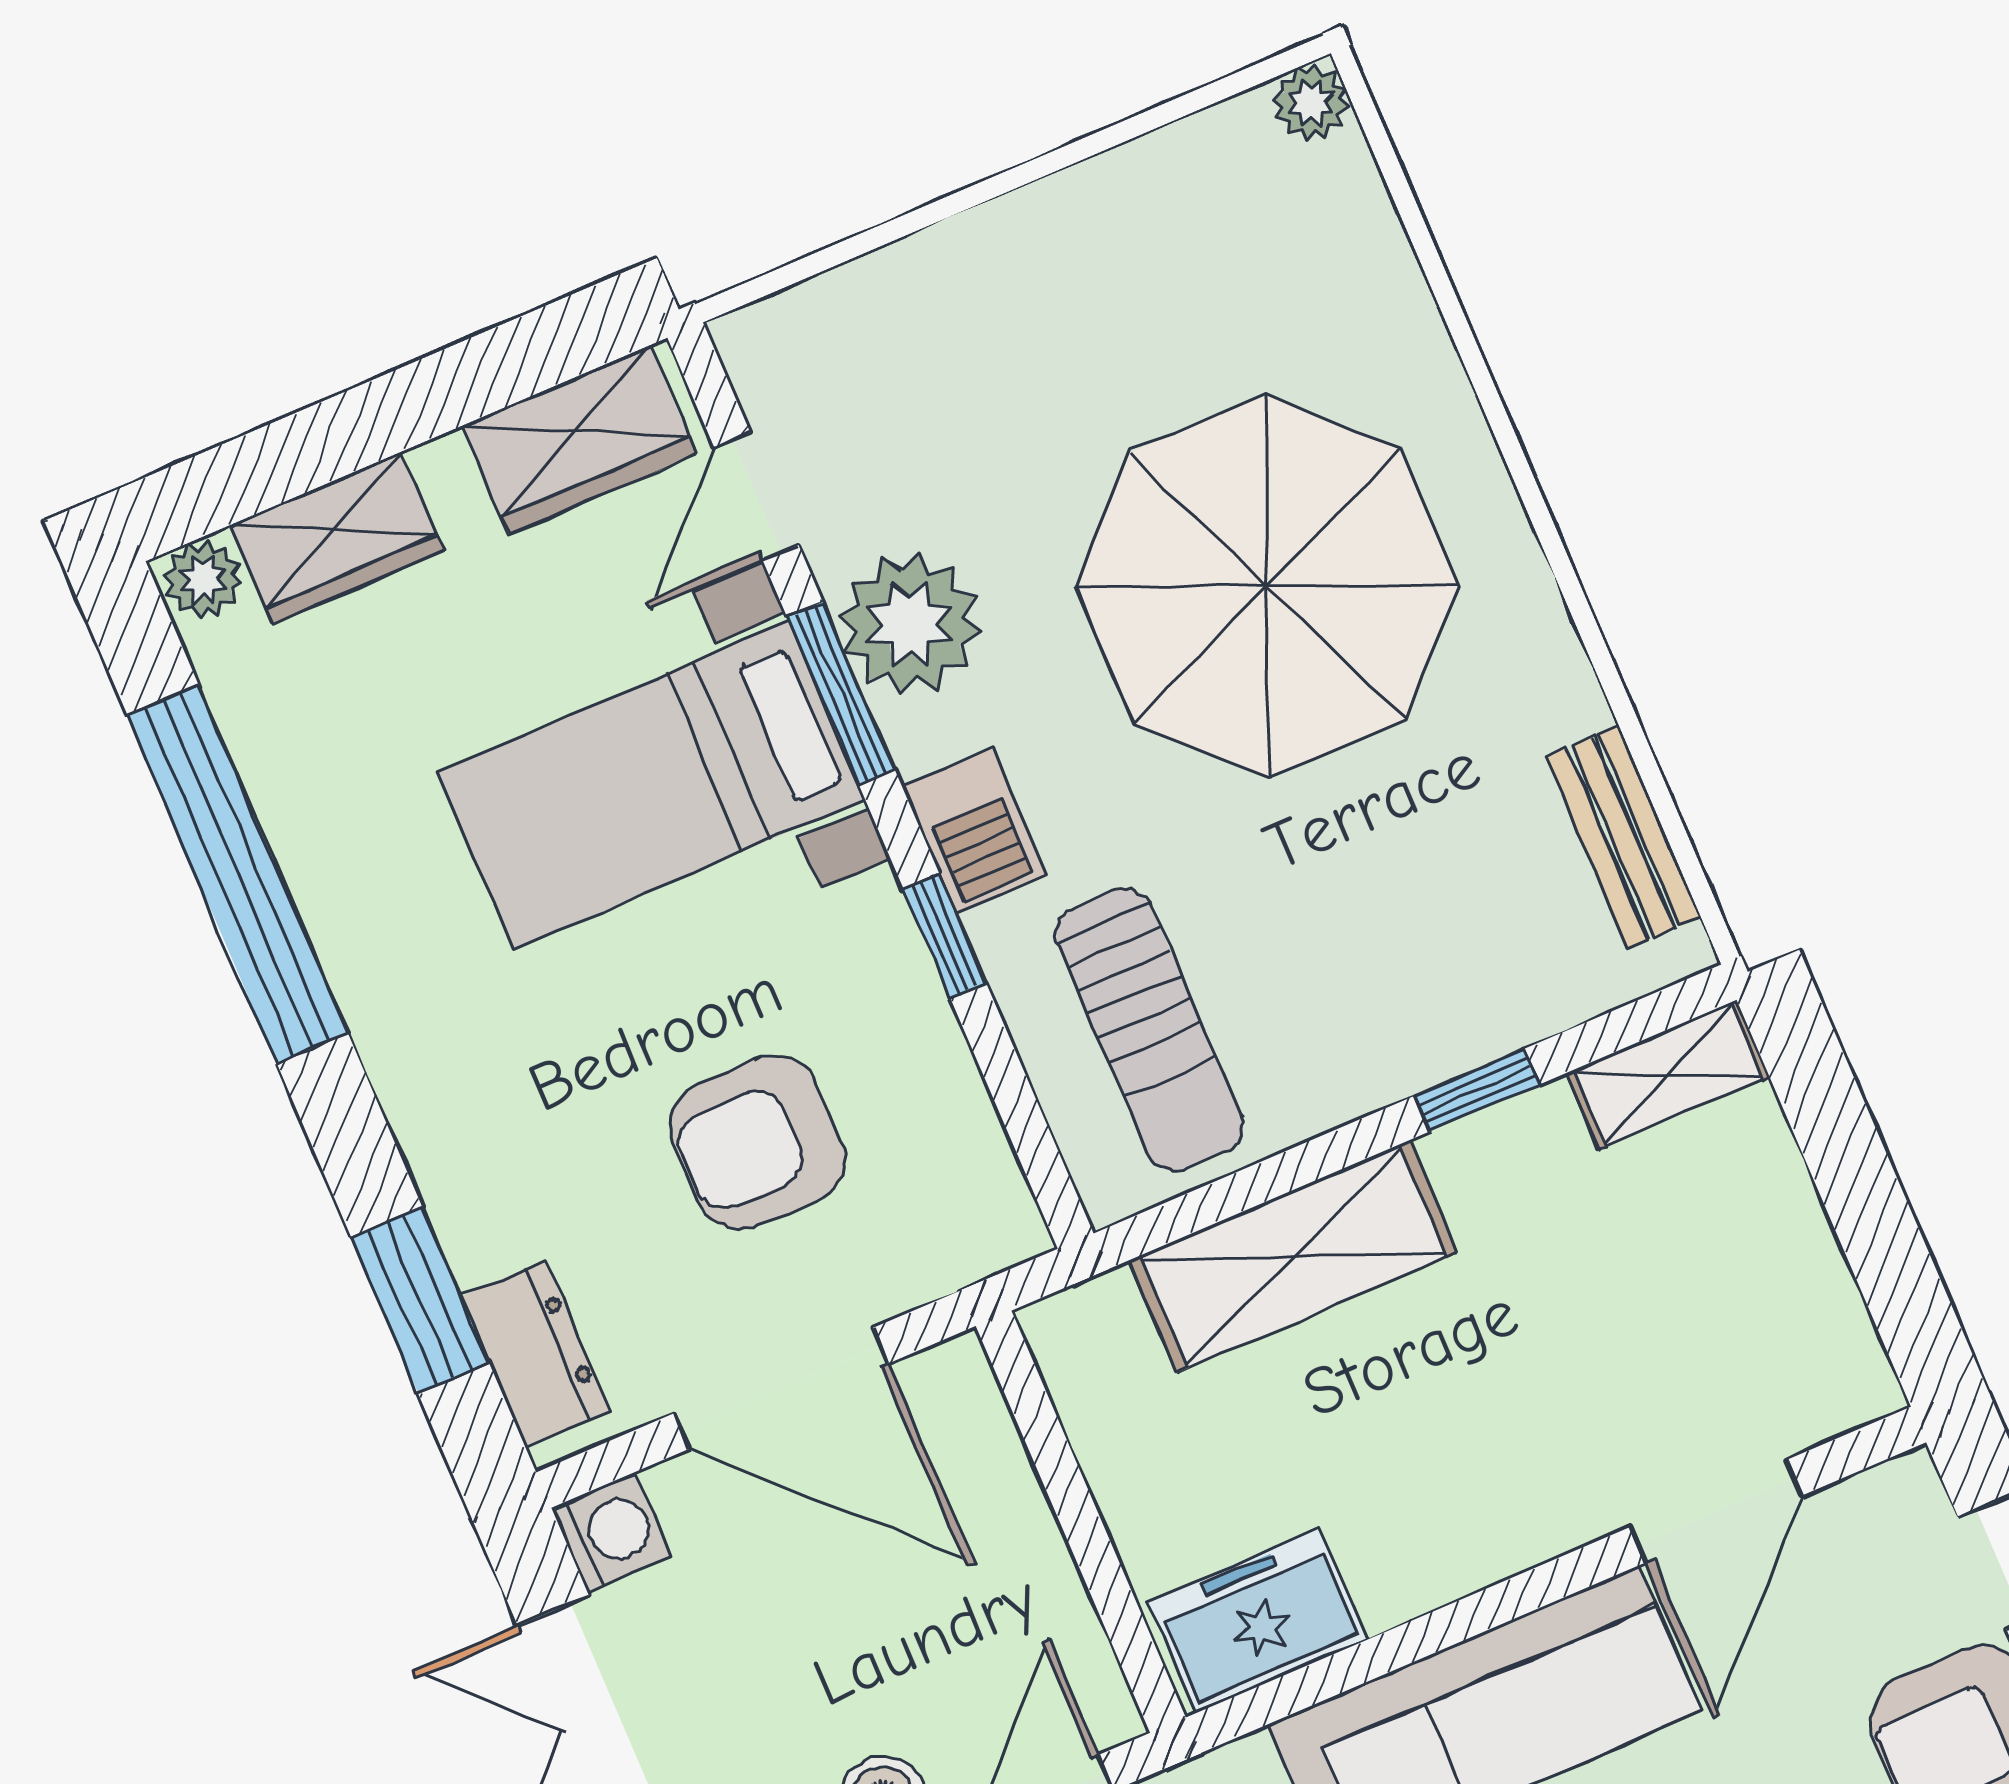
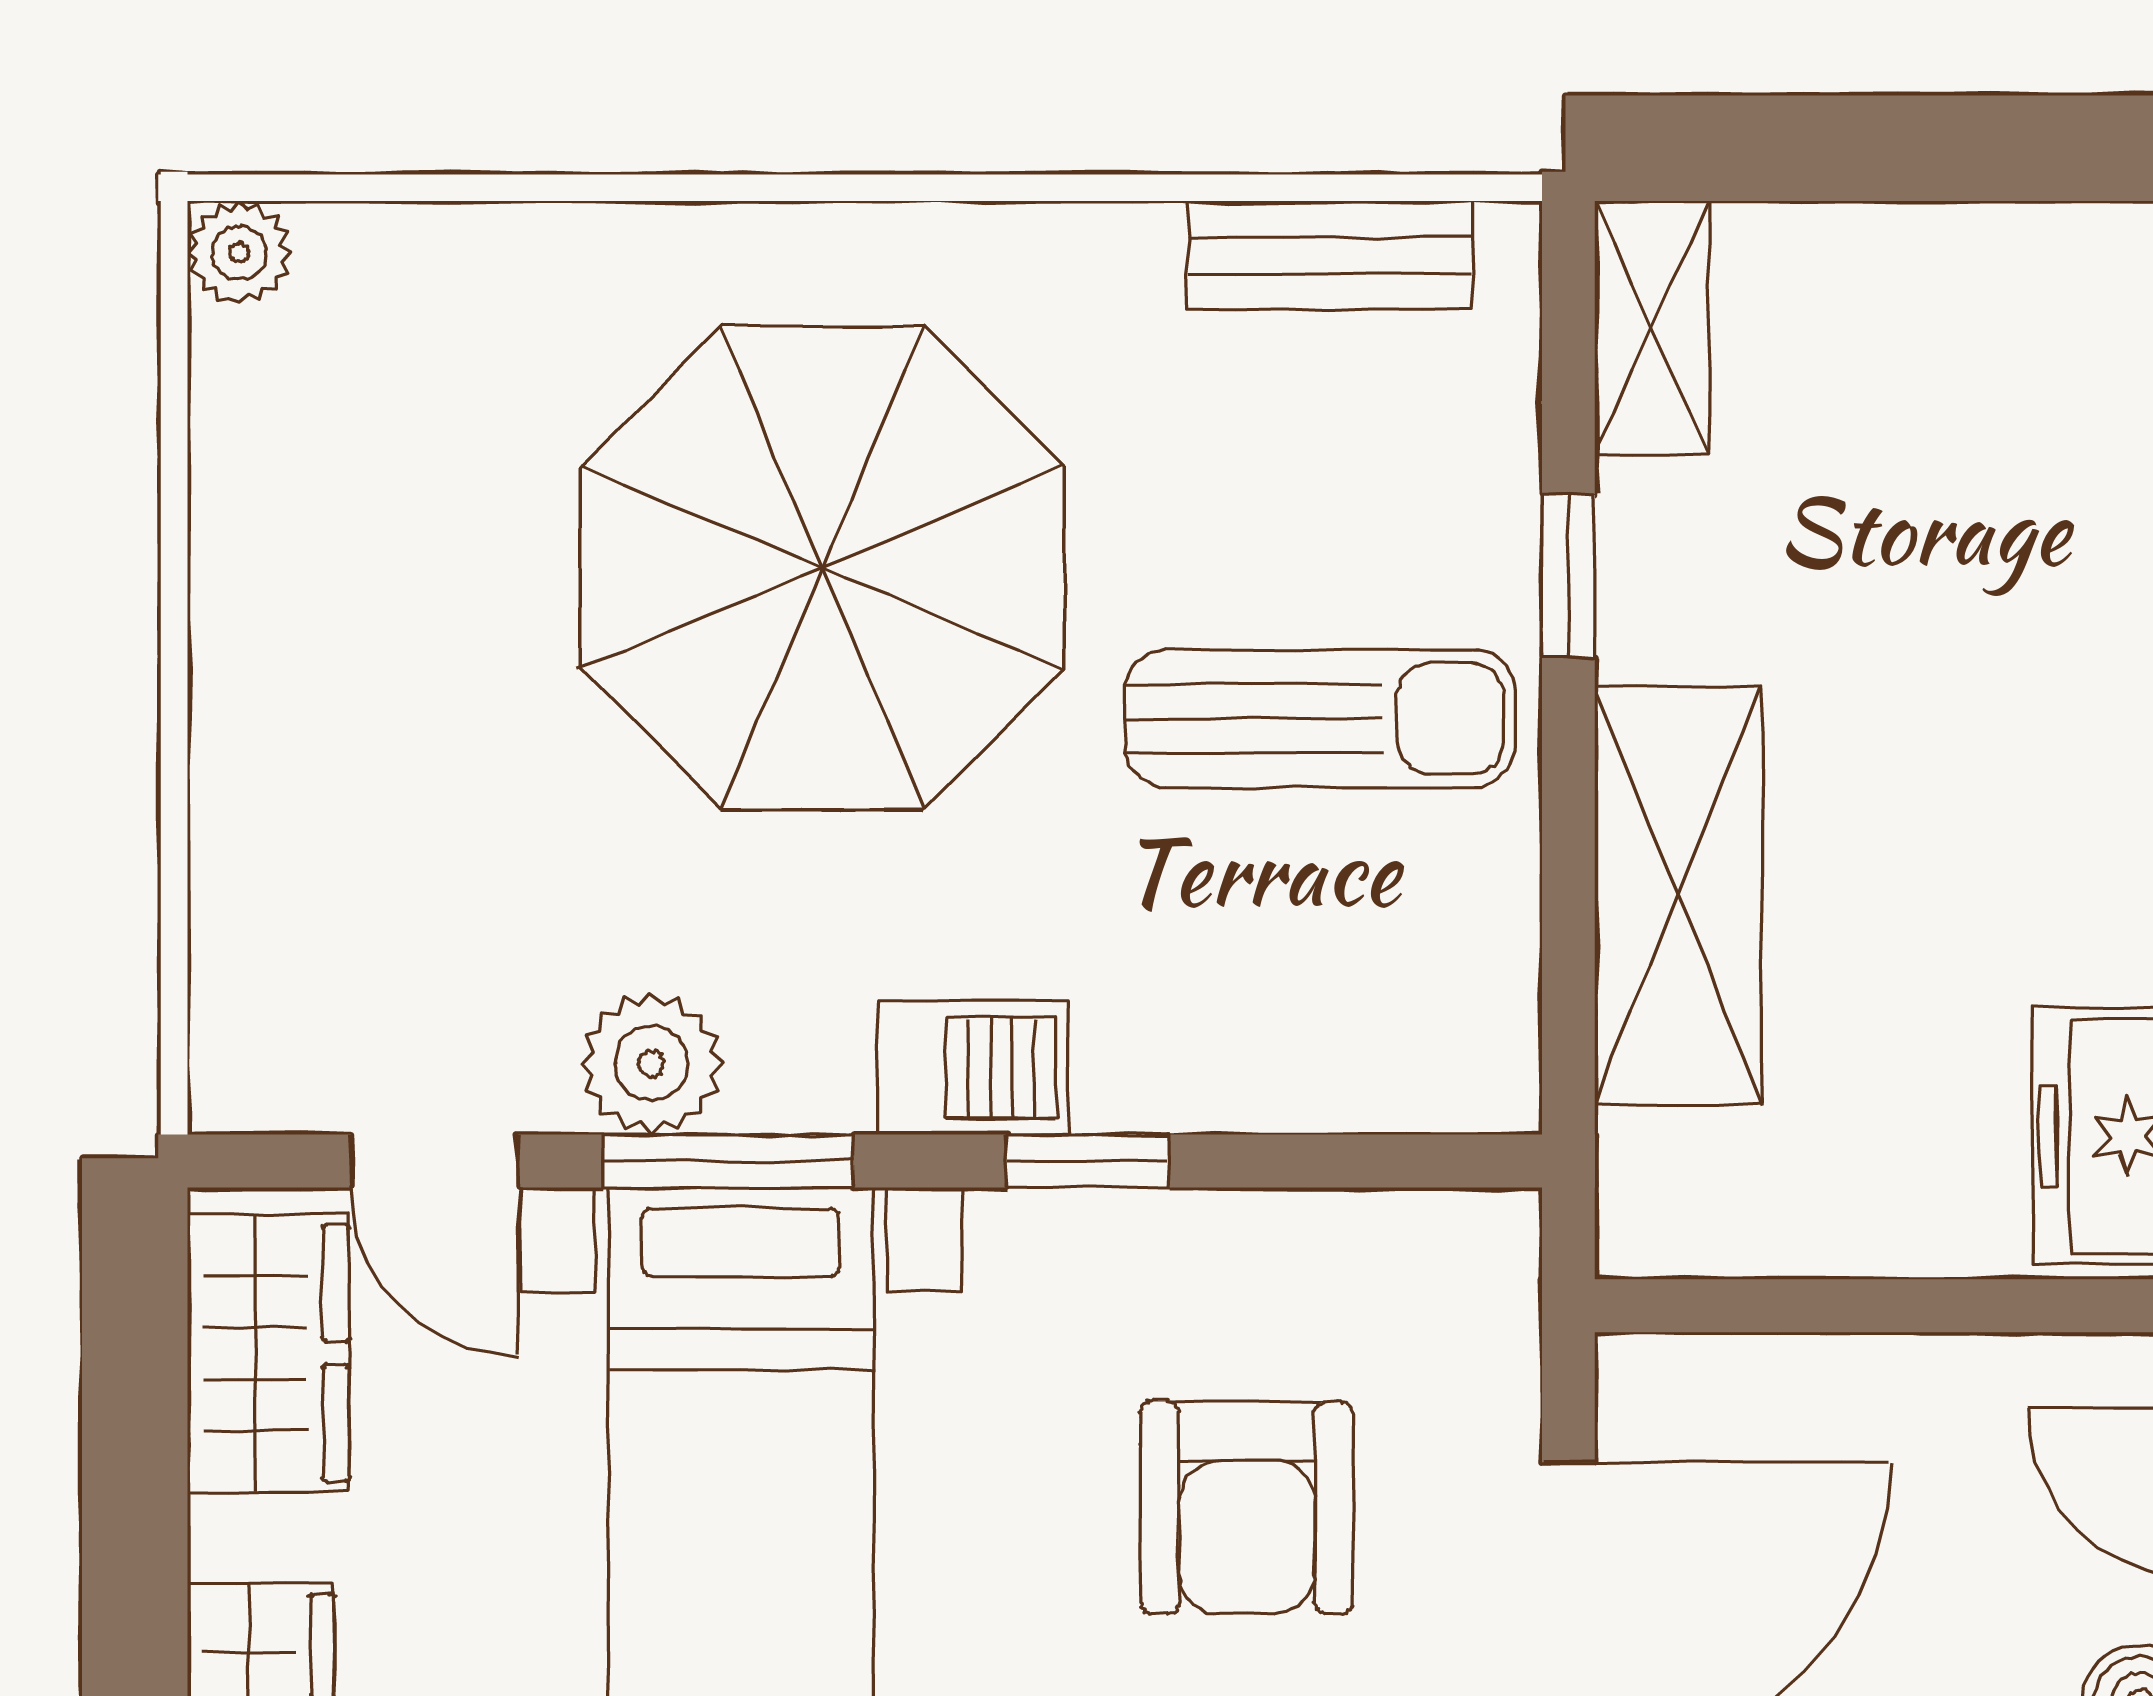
plant: (909, 624) -> (651, 1064), width x0.73, depth x0.73
sun lounger: (1150, 1030) -> (1320, 719), moved

